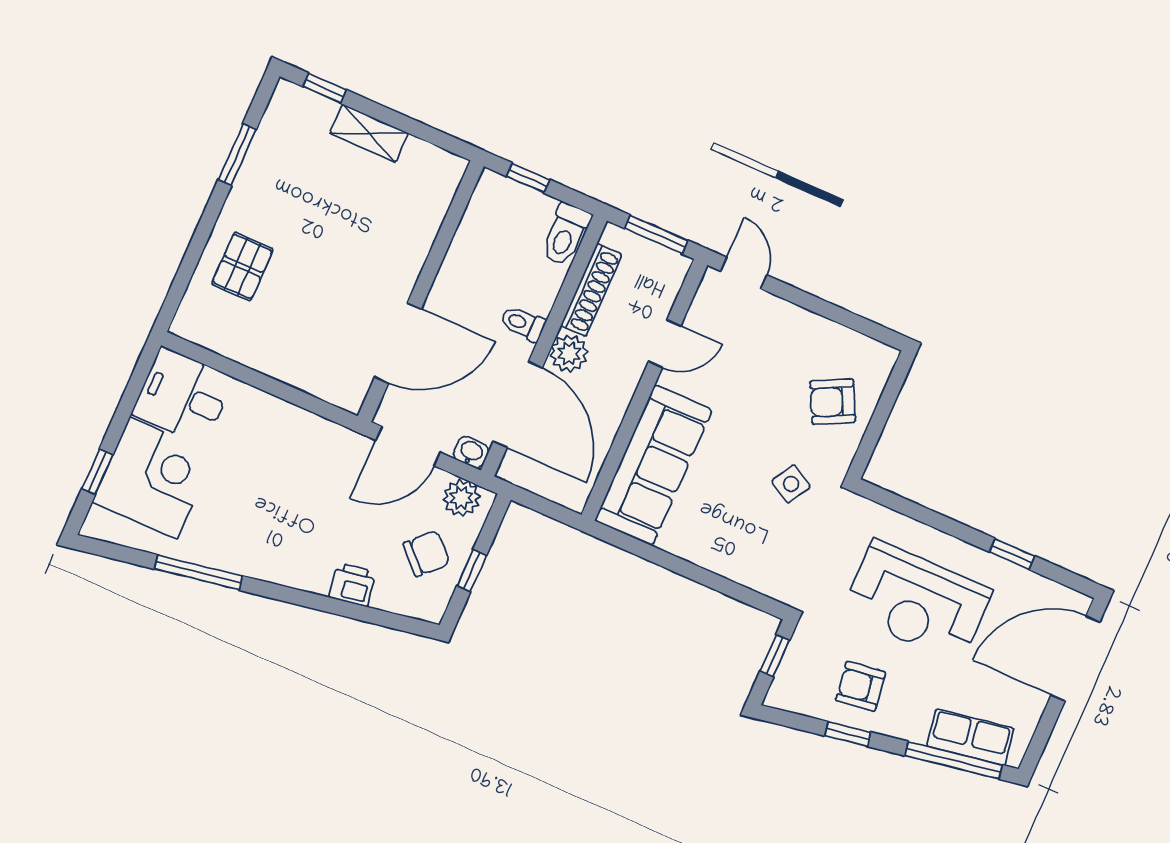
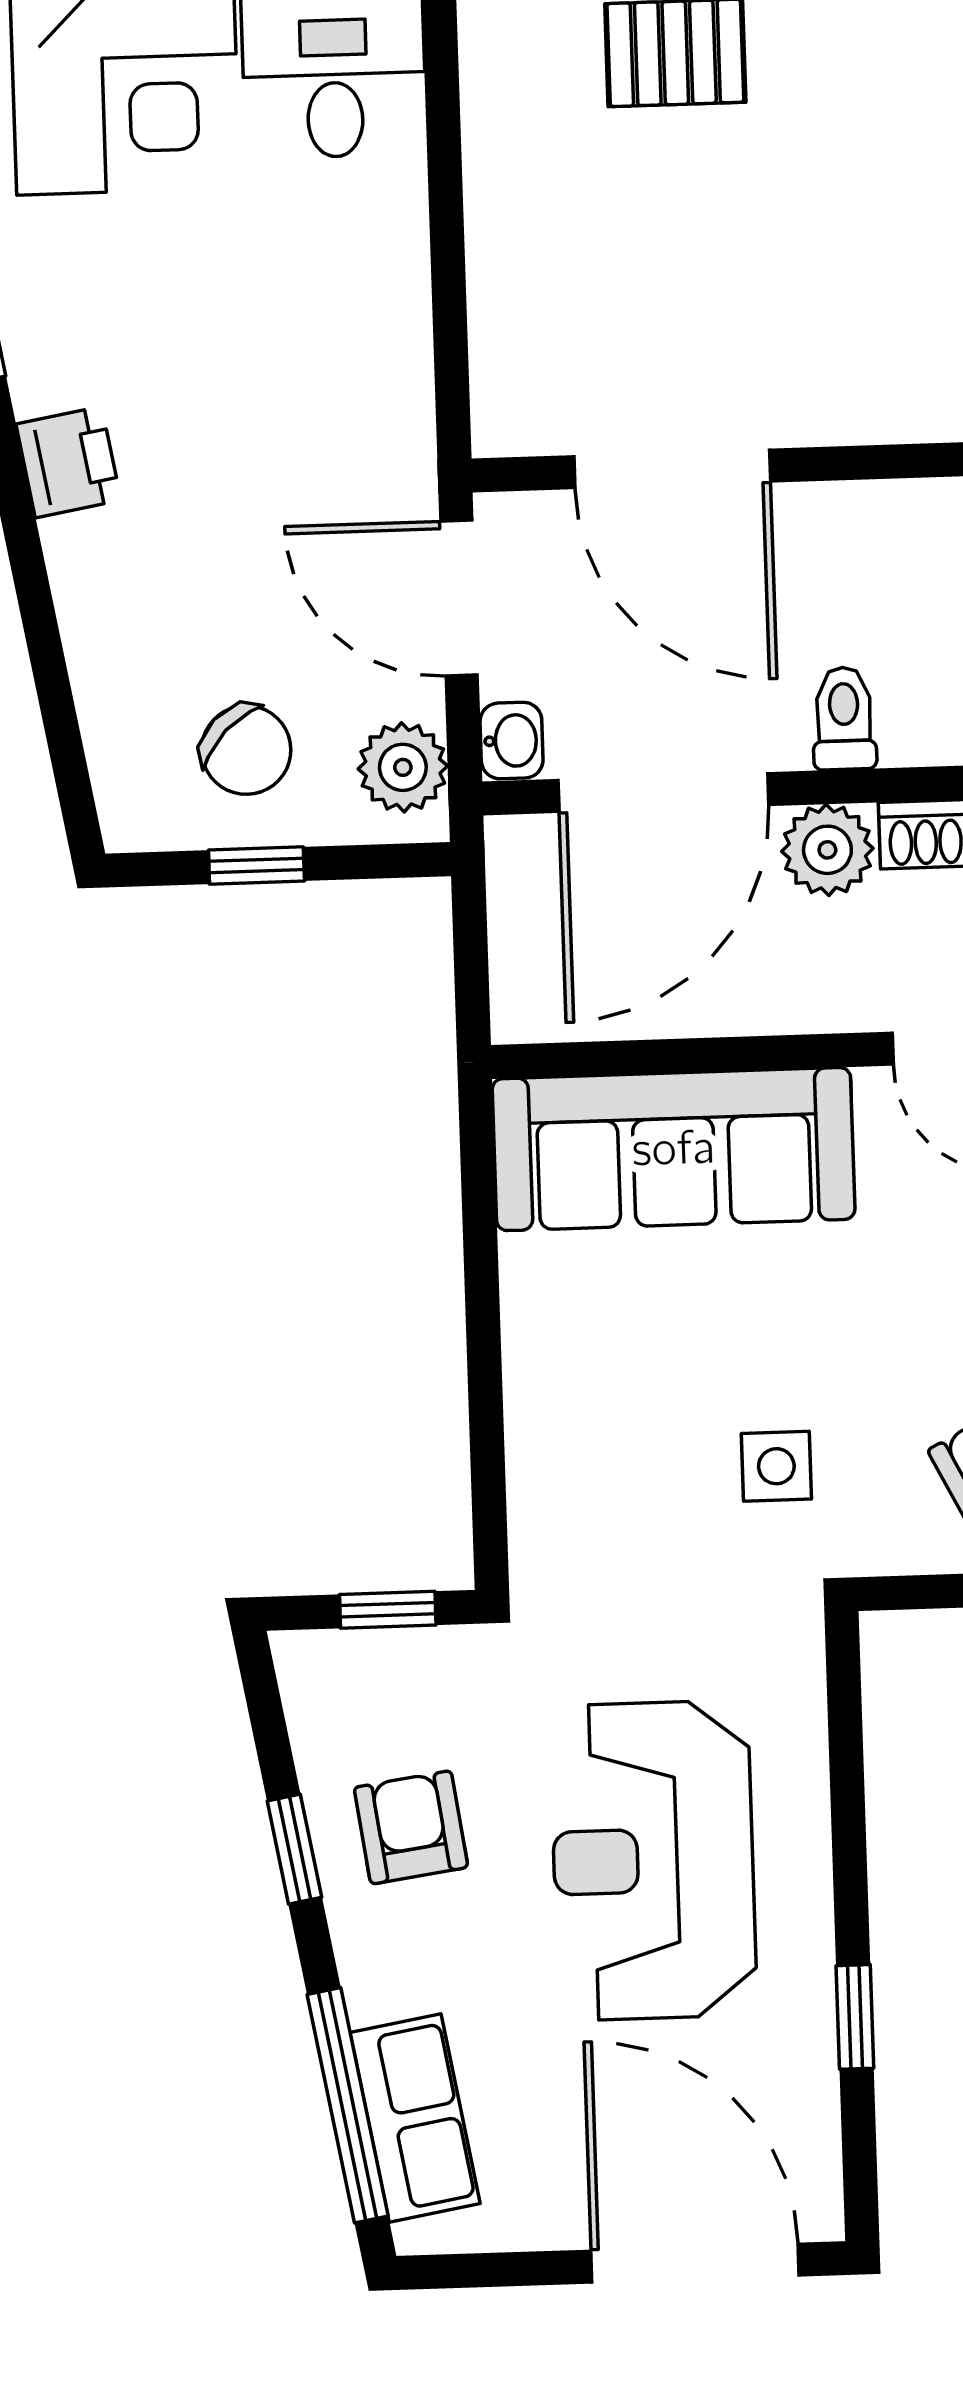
side table: (791, 484) -> (776, 1466), turned -30
printer: (352, 585) -> (68, 462), moved

